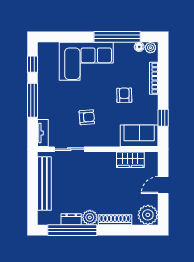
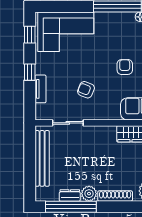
corner sofa: (86, 61) -> (66, 32), moved
window: (33, 100) -> (30, 72), width x0.46
armchair: (87, 117) -> (86, 90), turned -153
tv unit: (43, 133) -> (40, 89), moved

